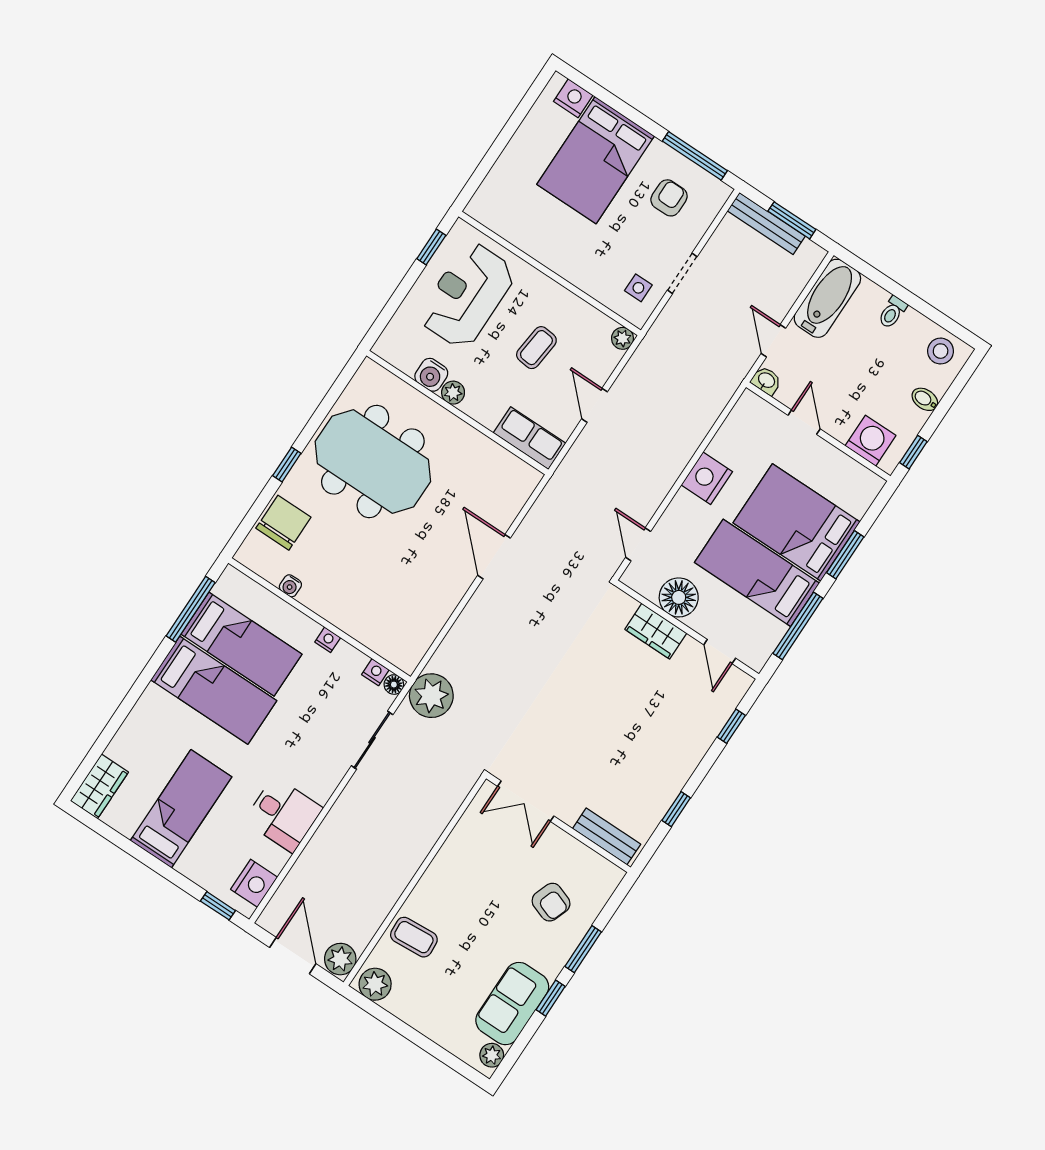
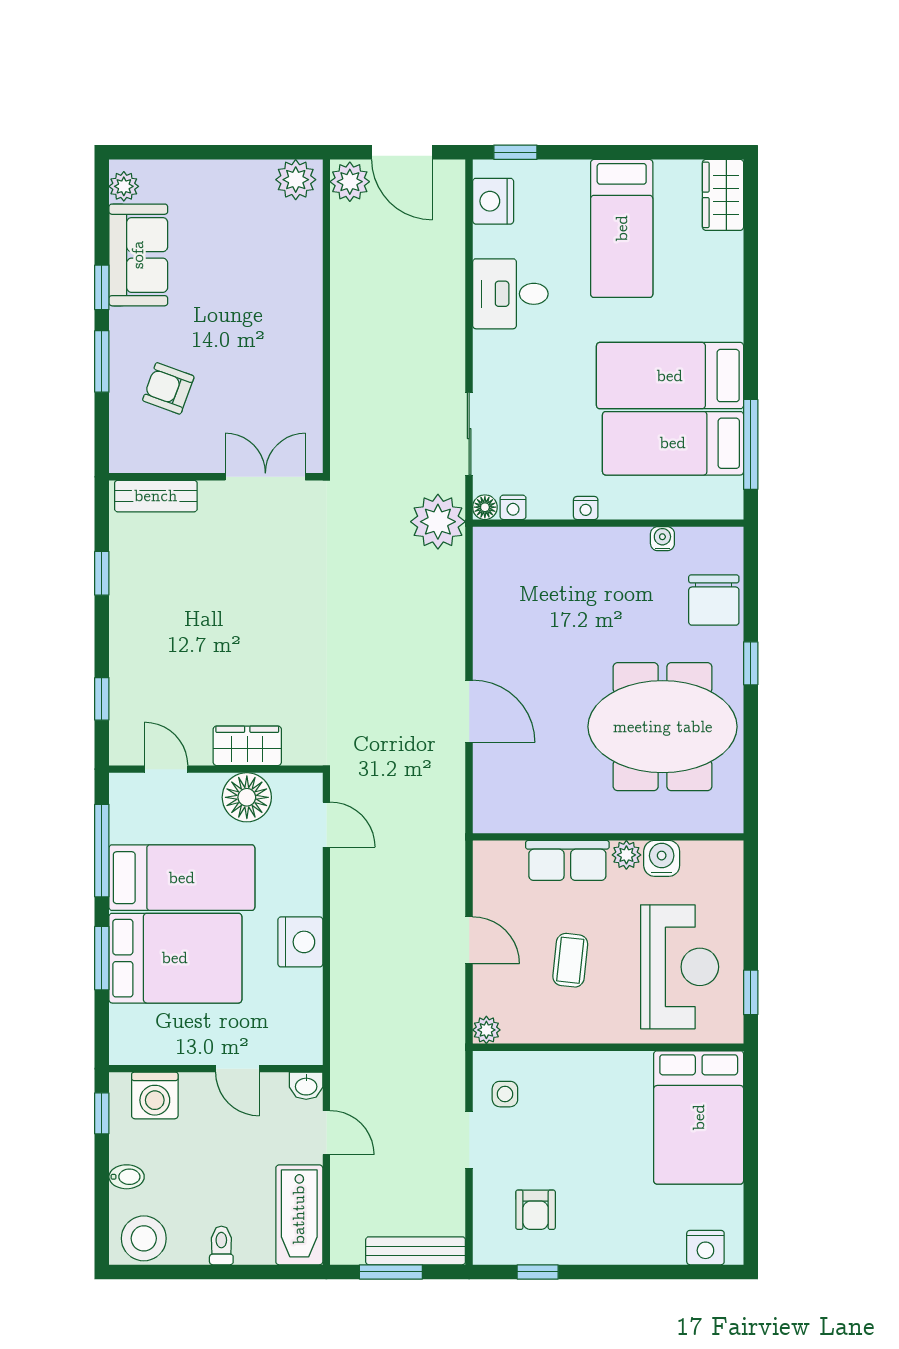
window: (695, 156) -> (538, 1272), width x0.46
bed: (596, 160) -> (699, 1117), moved, turned 180
stool: (941, 351) -> (144, 1238), width x1.38, depth x1.38
row of seats: (530, 438) -> (567, 860), moved
coffee table: (414, 937) -> (288, 256), removed

